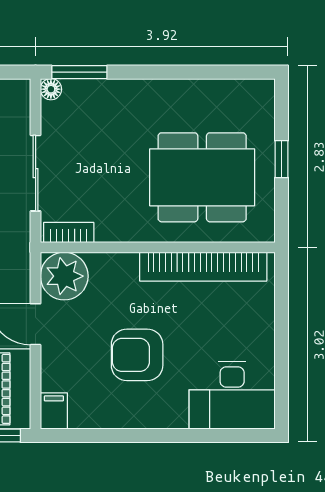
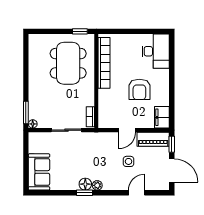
window: (282, 159) -> (80, 31), moved
plant: (64, 276) -> (108, 119), removed
filing cabinet: (54, 411) -> (162, 117), width x2.00

